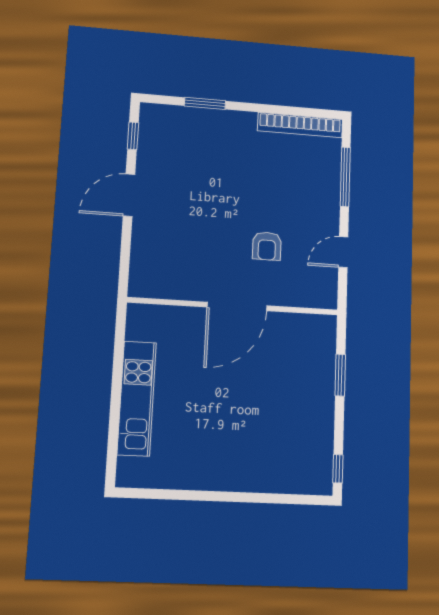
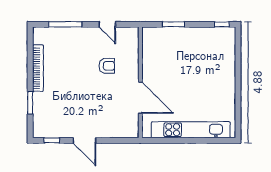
bookcase: (300, 125) -> (38, 68), moved
door: (237, 306) -> (140, 98), moved
kitchen unit: (137, 398) -> (191, 130), width x1.36

